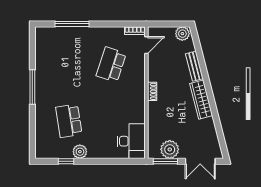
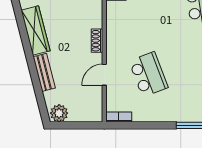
door: (146, 45) -> (104, 75), moved
school desk: (111, 65) -> (149, 74), turned -39

